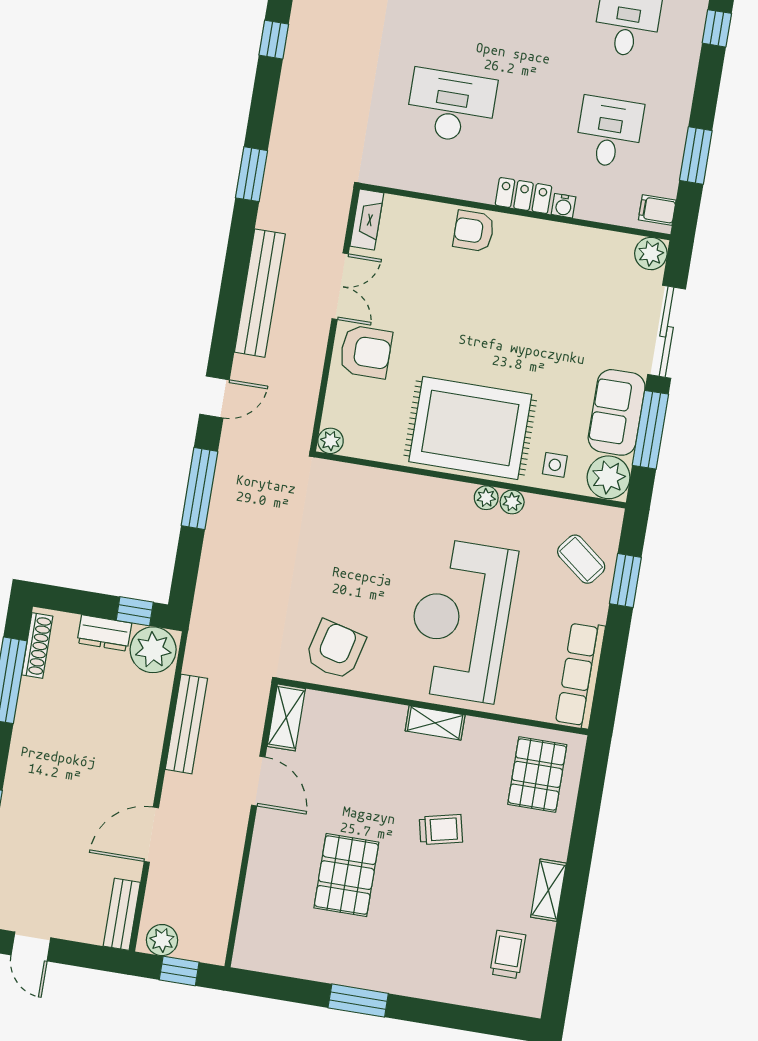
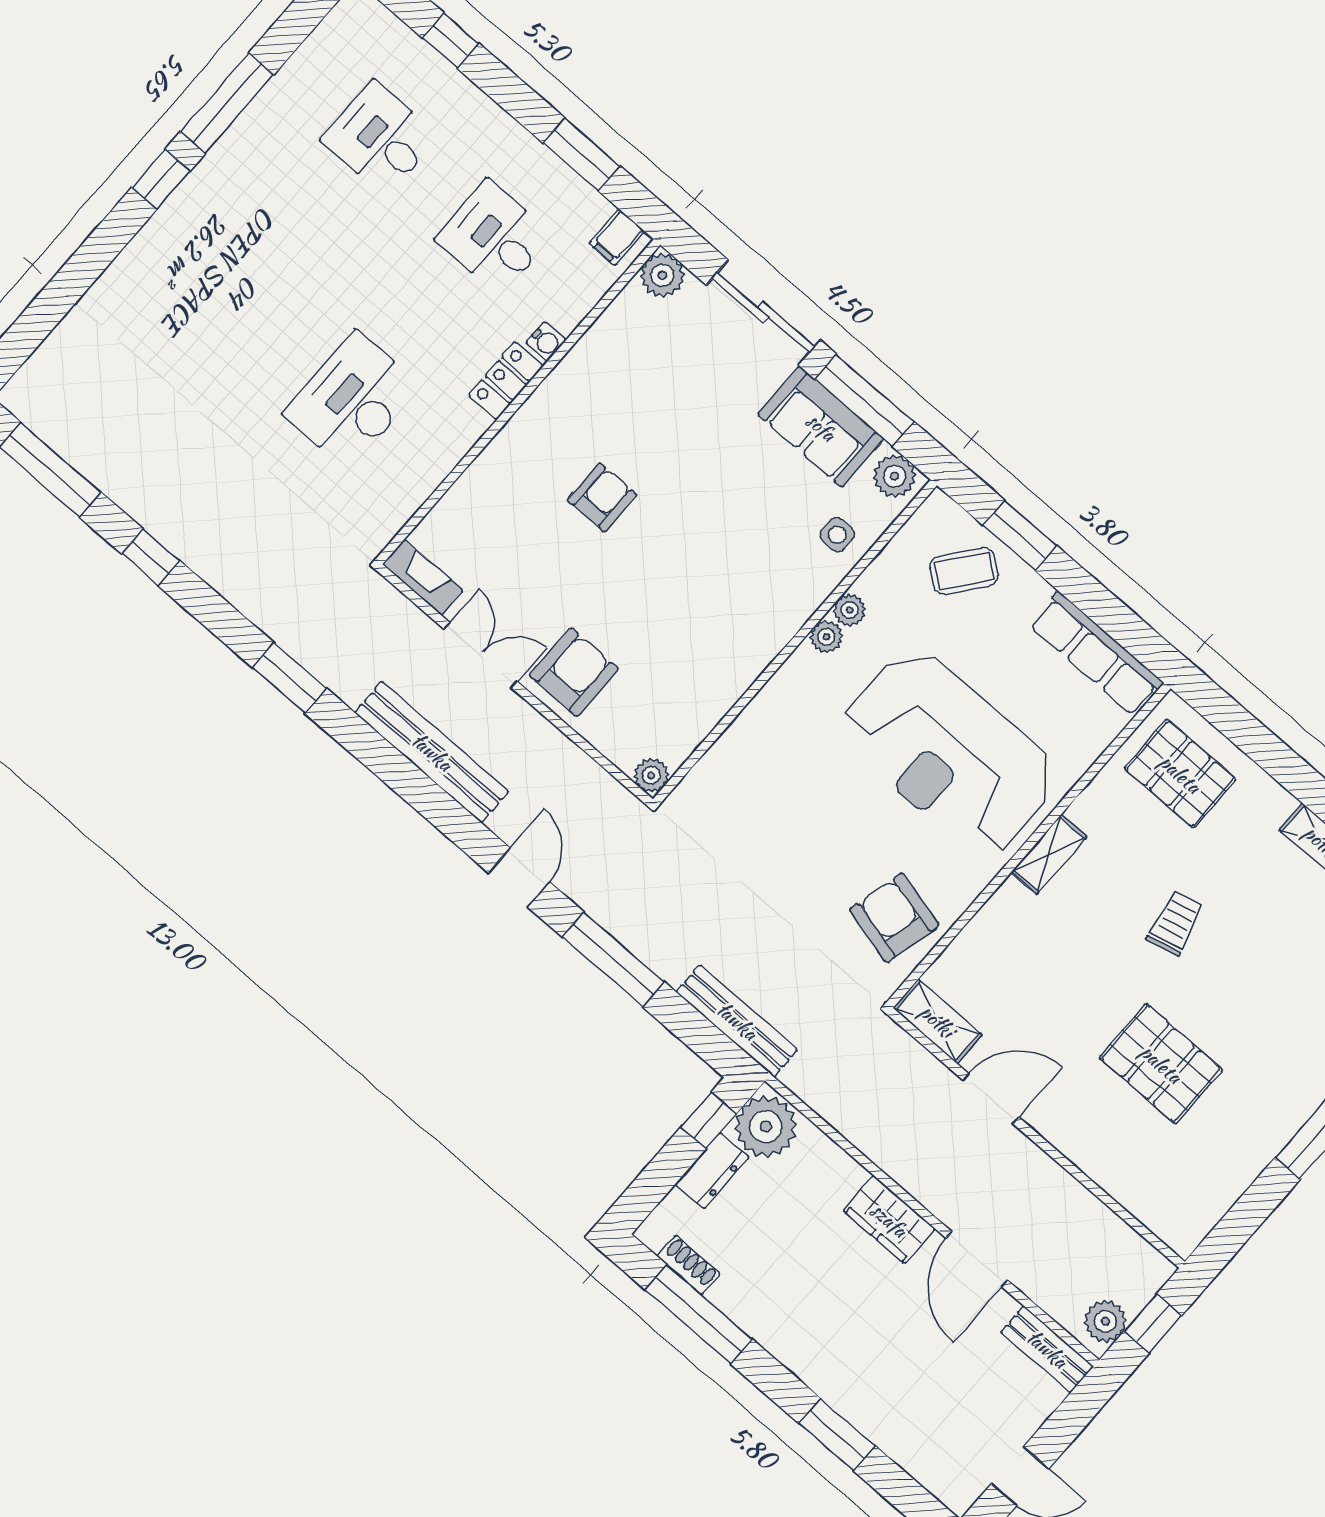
armchair: (474, 231) -> (602, 497), moved, turned 180
rug: (470, 428) -> (735, 606), removed
plant: (609, 477) -> (895, 476), width x0.73, depth x0.73
shoe rack: (37, 646) -> (689, 1265), width x0.70
bench: (186, 724) -> (737, 1021), moved
wardrobe: (142, 764) -> (889, 1220), added

